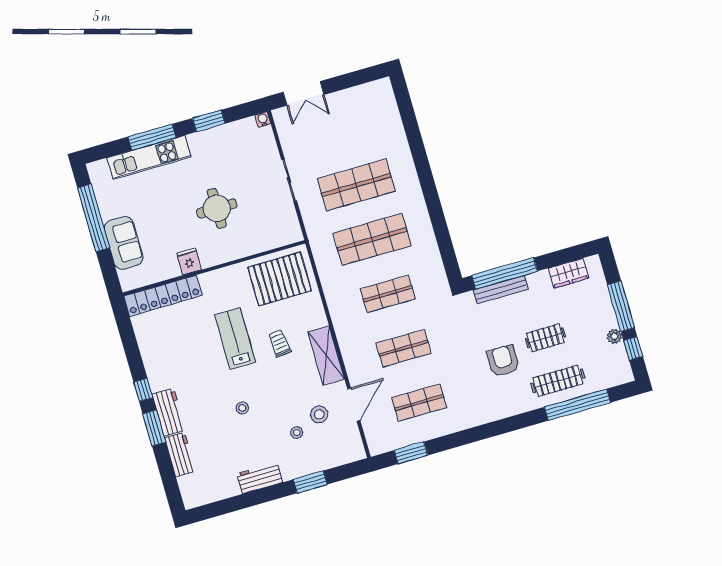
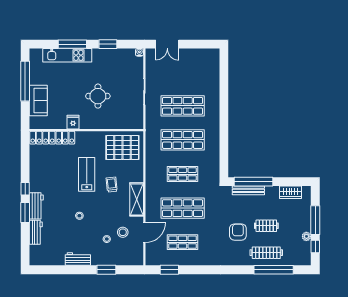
shop shelf: (404, 348) -> (183, 208), width x1.43, depth x1.36

